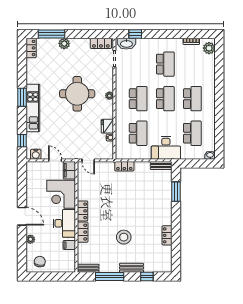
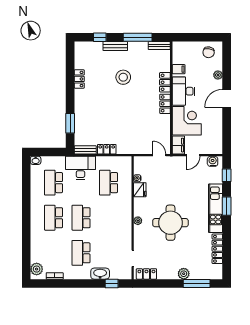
washbasin: (126, 44) -> (100, 274), moved
locker: (31, 48) -> (217, 249), moved, width x1.53
window: (22, 97) -> (227, 206), moved
school desk: (138, 99) -> (109, 218), removed
door: (55, 160) -> (193, 155), hinge flipped
locker: (124, 166) -> (107, 149), moved
door: (22, 216) -> (227, 98), hinge flipped

